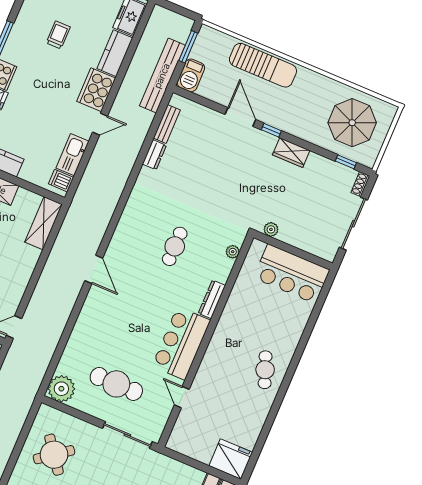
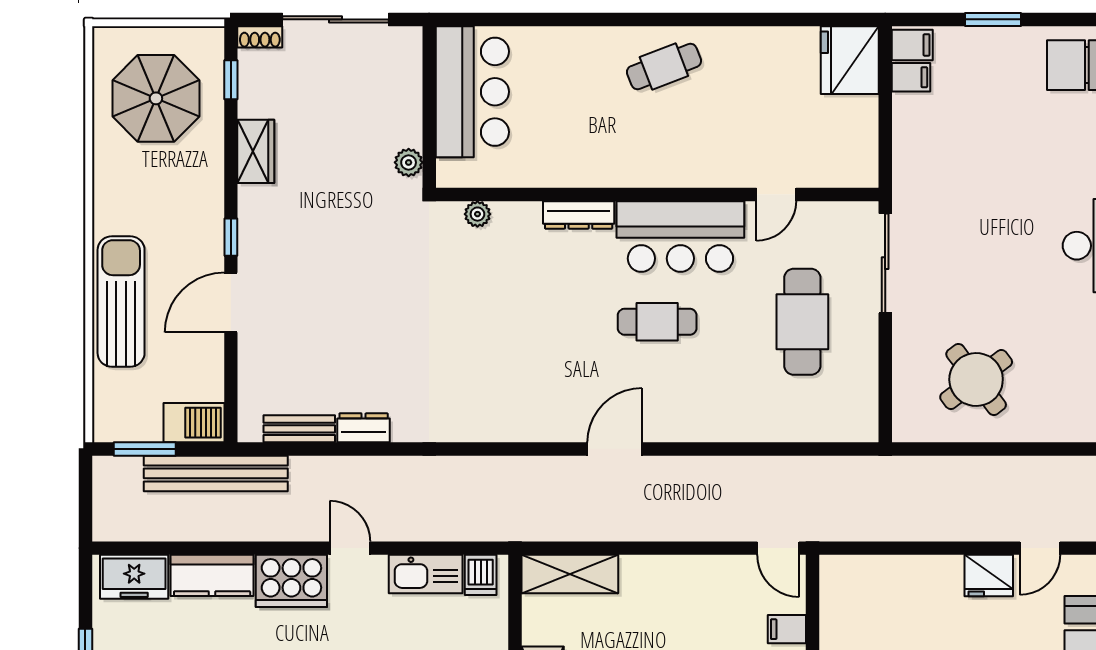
wardrobe: (291, 153) -> (256, 151), moved
cafe table: (175, 246) -> (657, 322), moved
plant: (61, 389) -> (853, 416), removed

